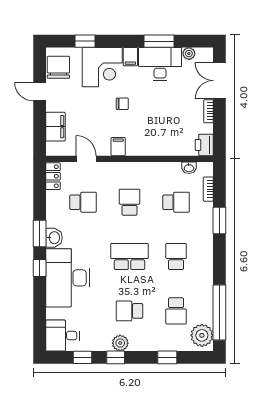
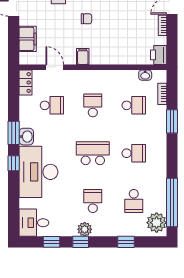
school desk: (176, 257) -> (134, 153), turned 90
school desk: (130, 311) -> (93, 201), turned 90

